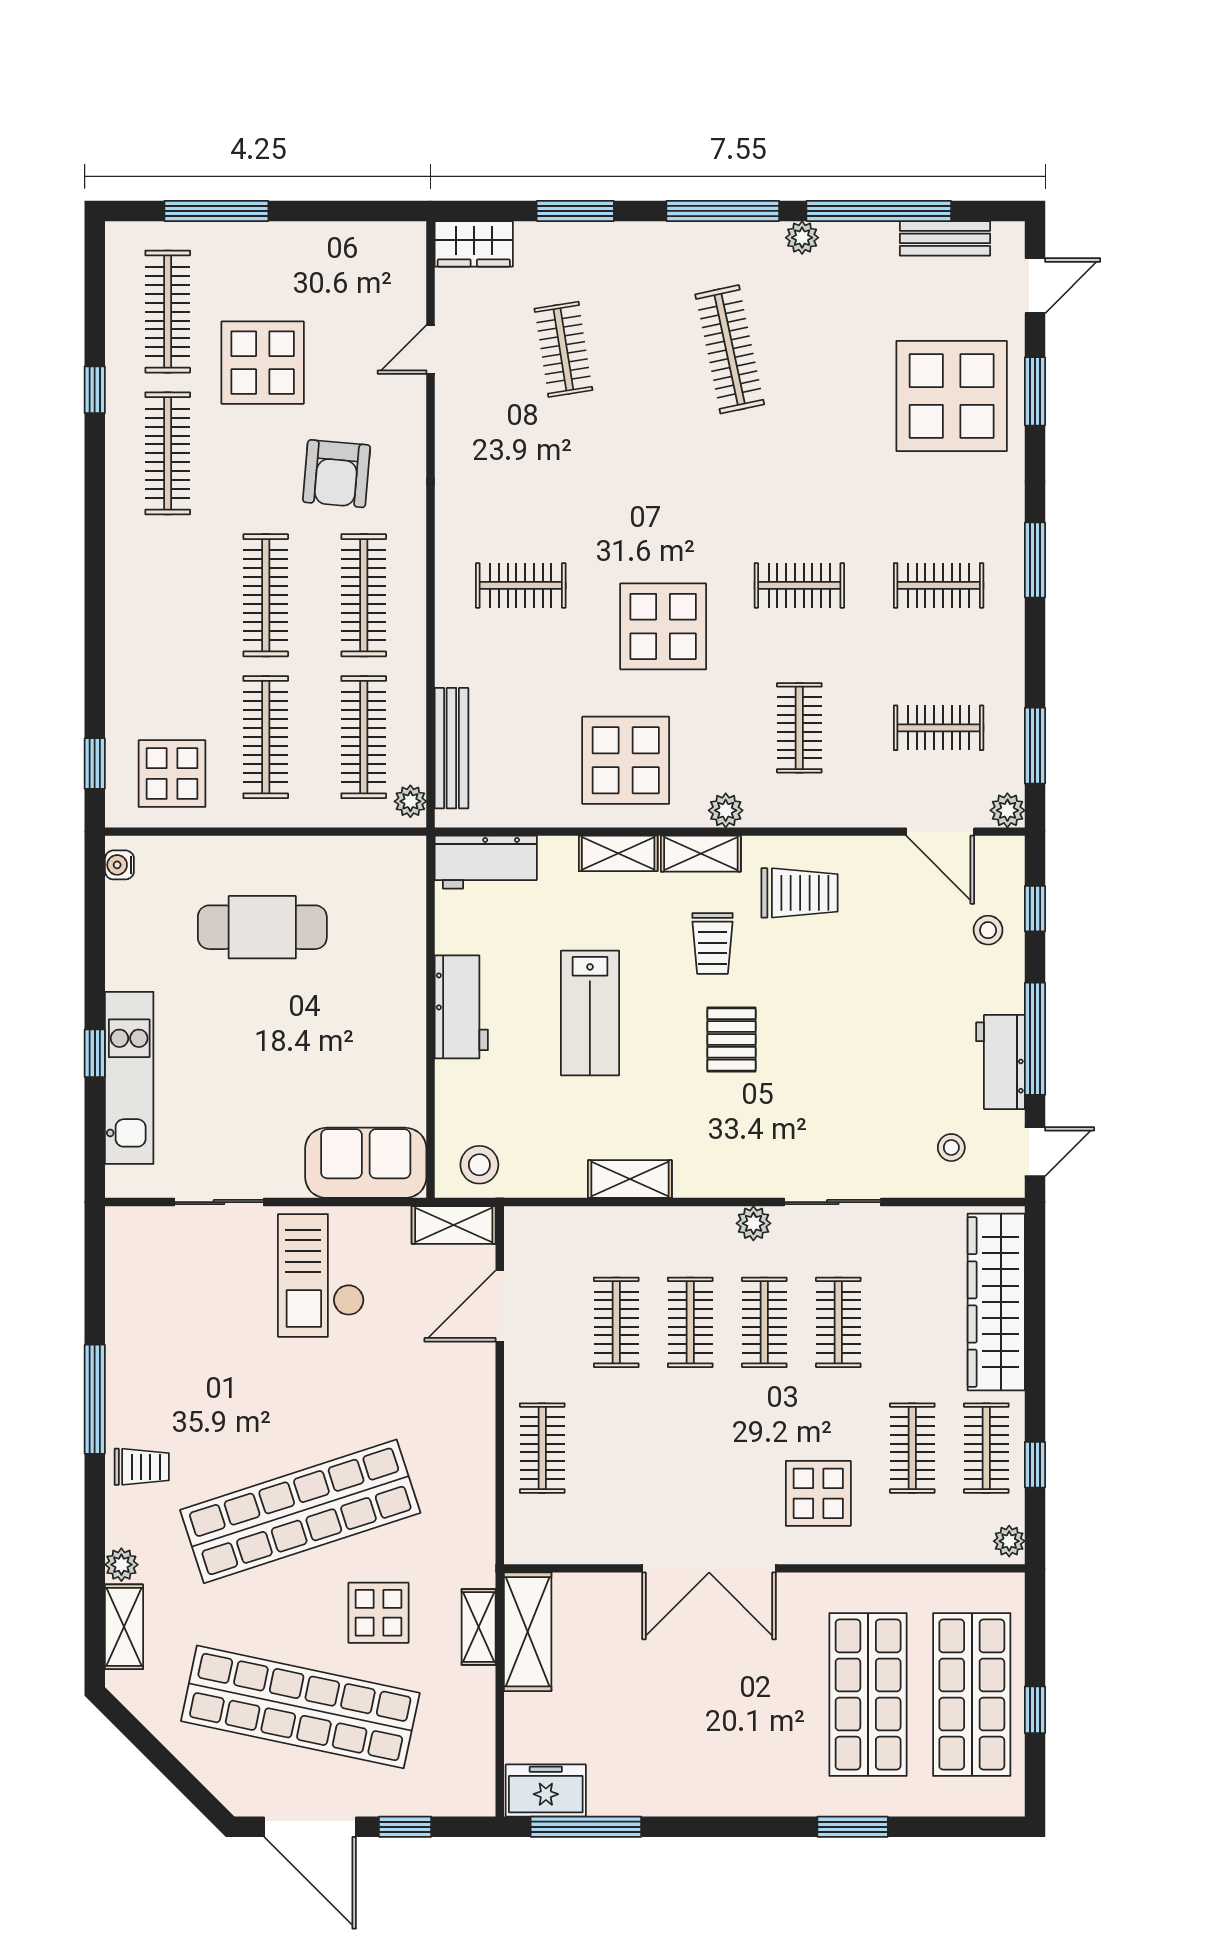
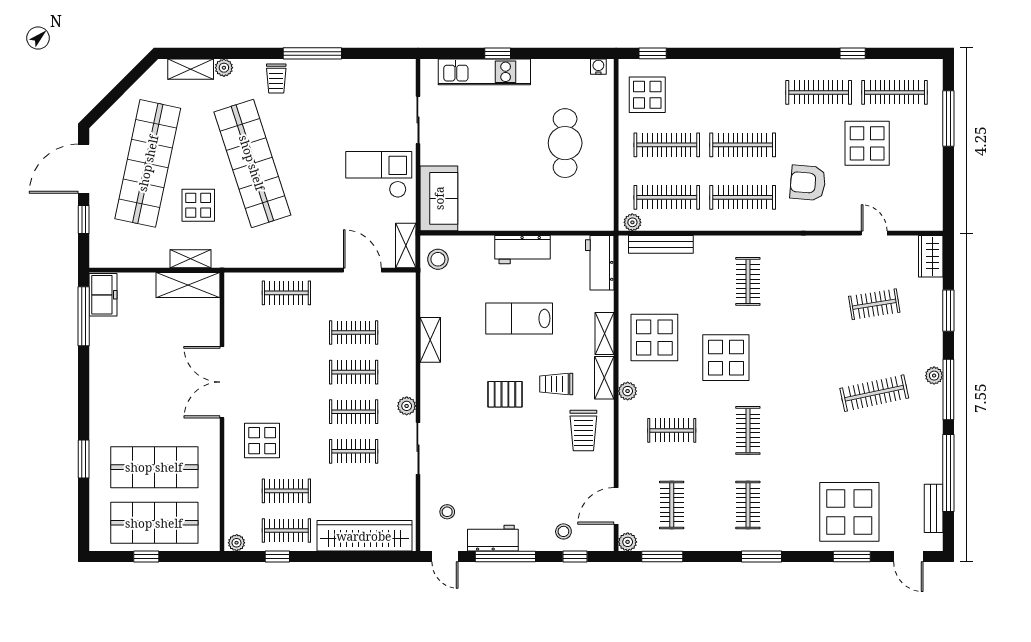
plant: (802, 238) -> (934, 376), moved

